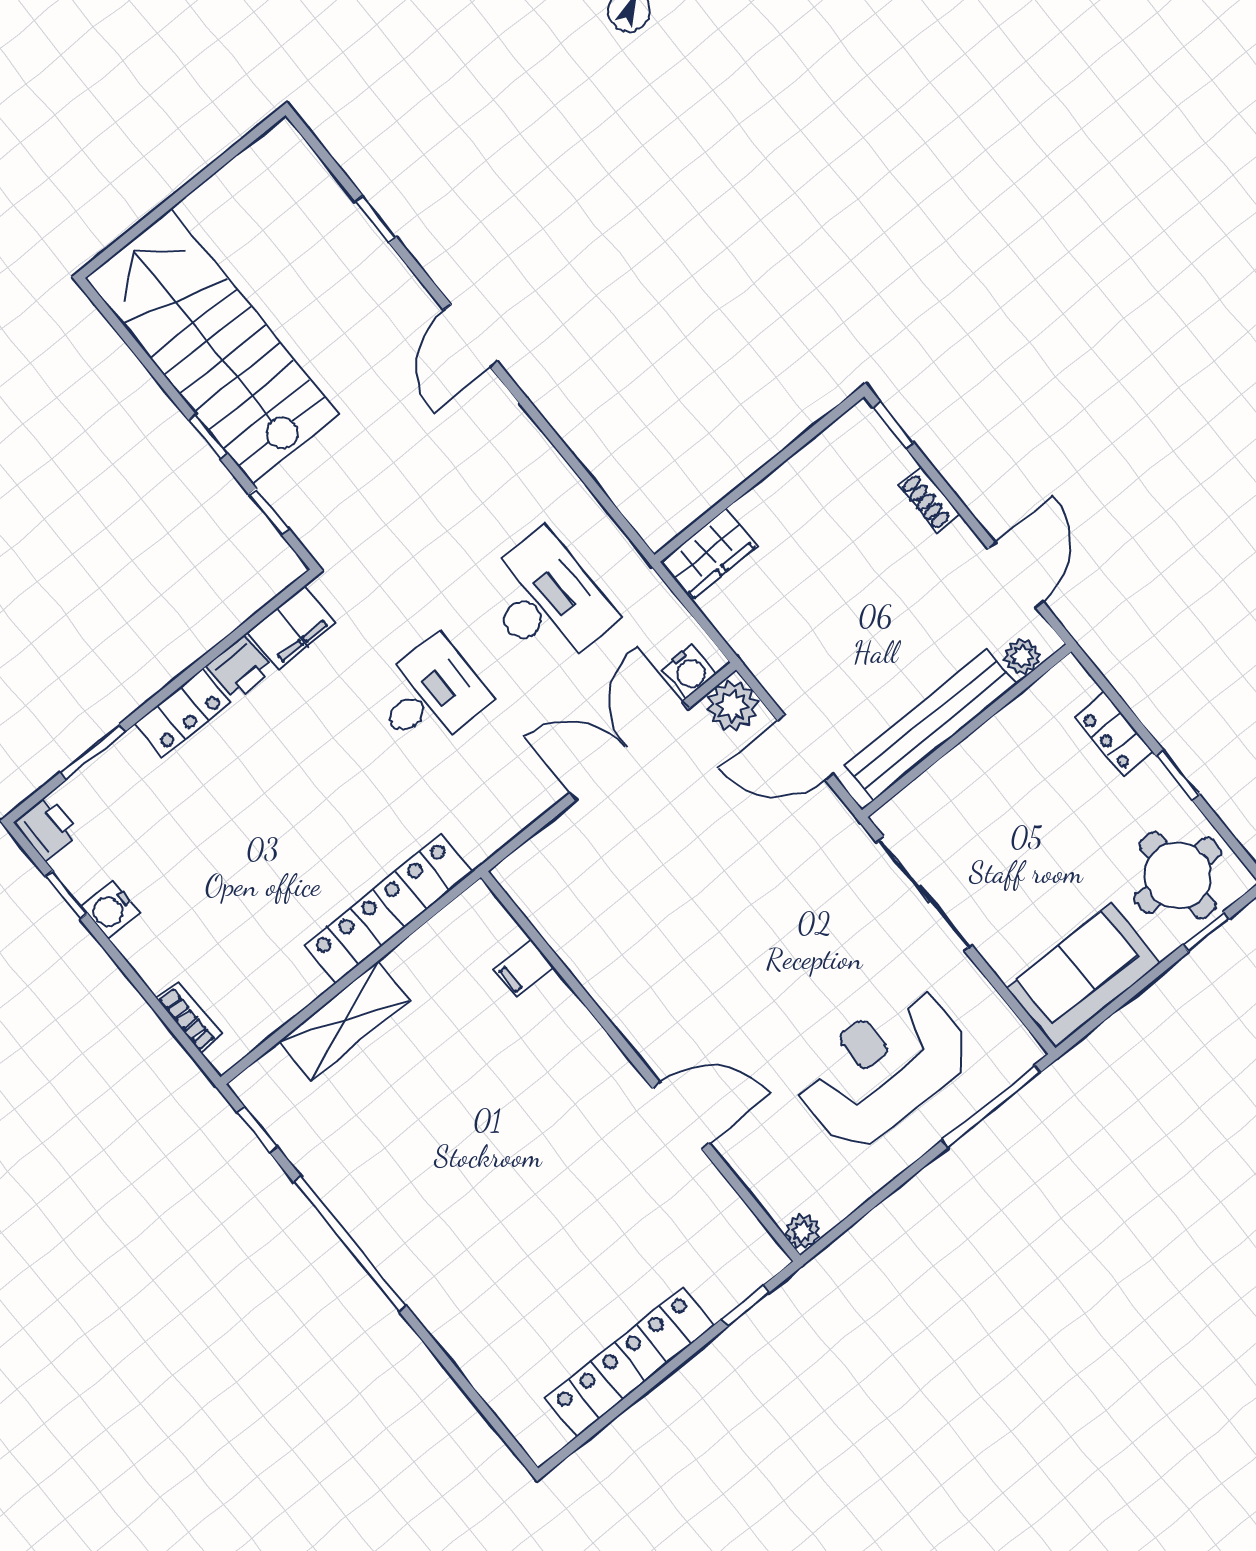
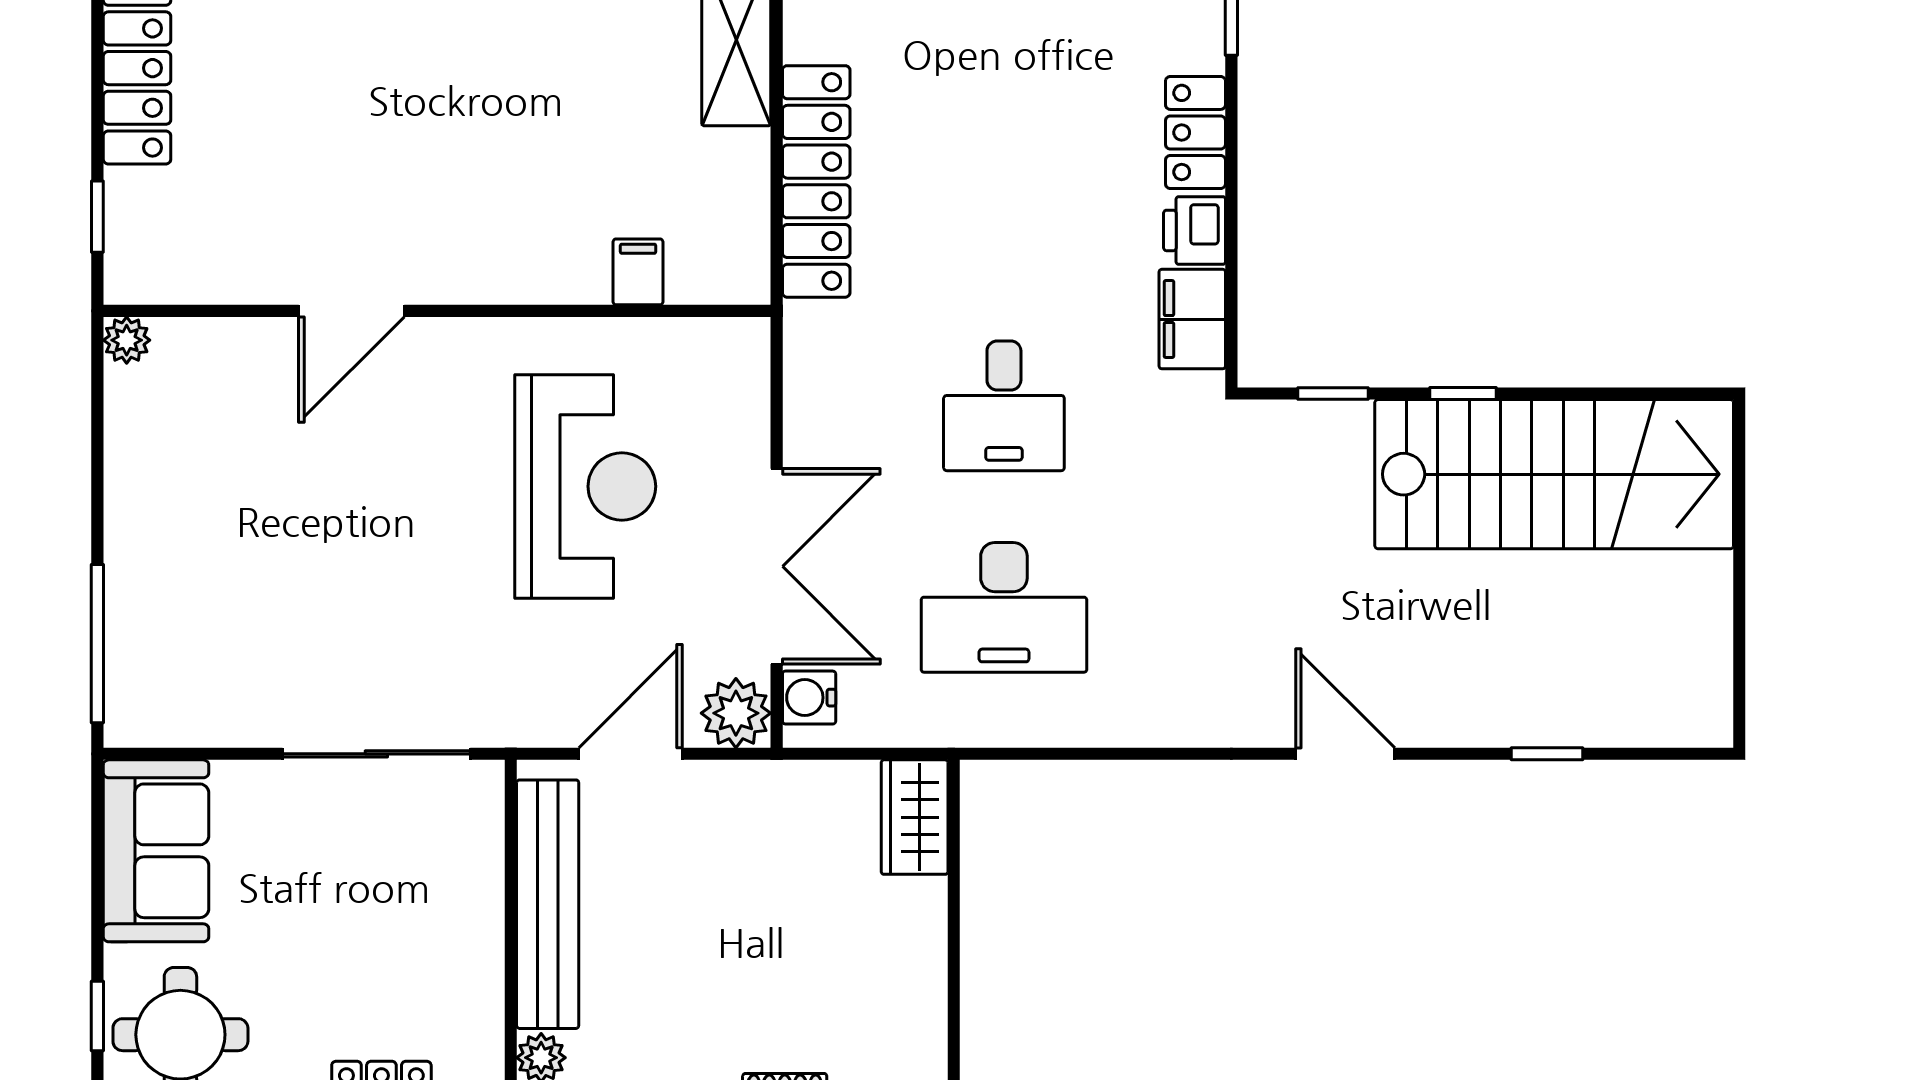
reception desk: (883, 1068) -> (585, 486), moved

